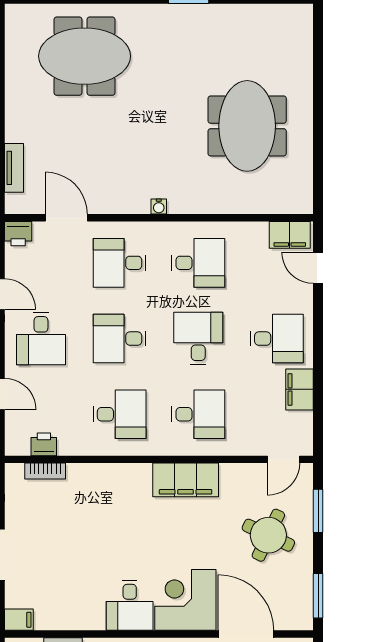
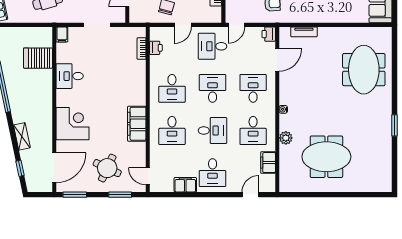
plant: (212, 202) -> (286, 138), added
filing cabinet: (290, 235) -> (268, 163), moved
desk: (130, 605) -> (70, 76), moved
door: (246, 634) -> (54, 168), moved

